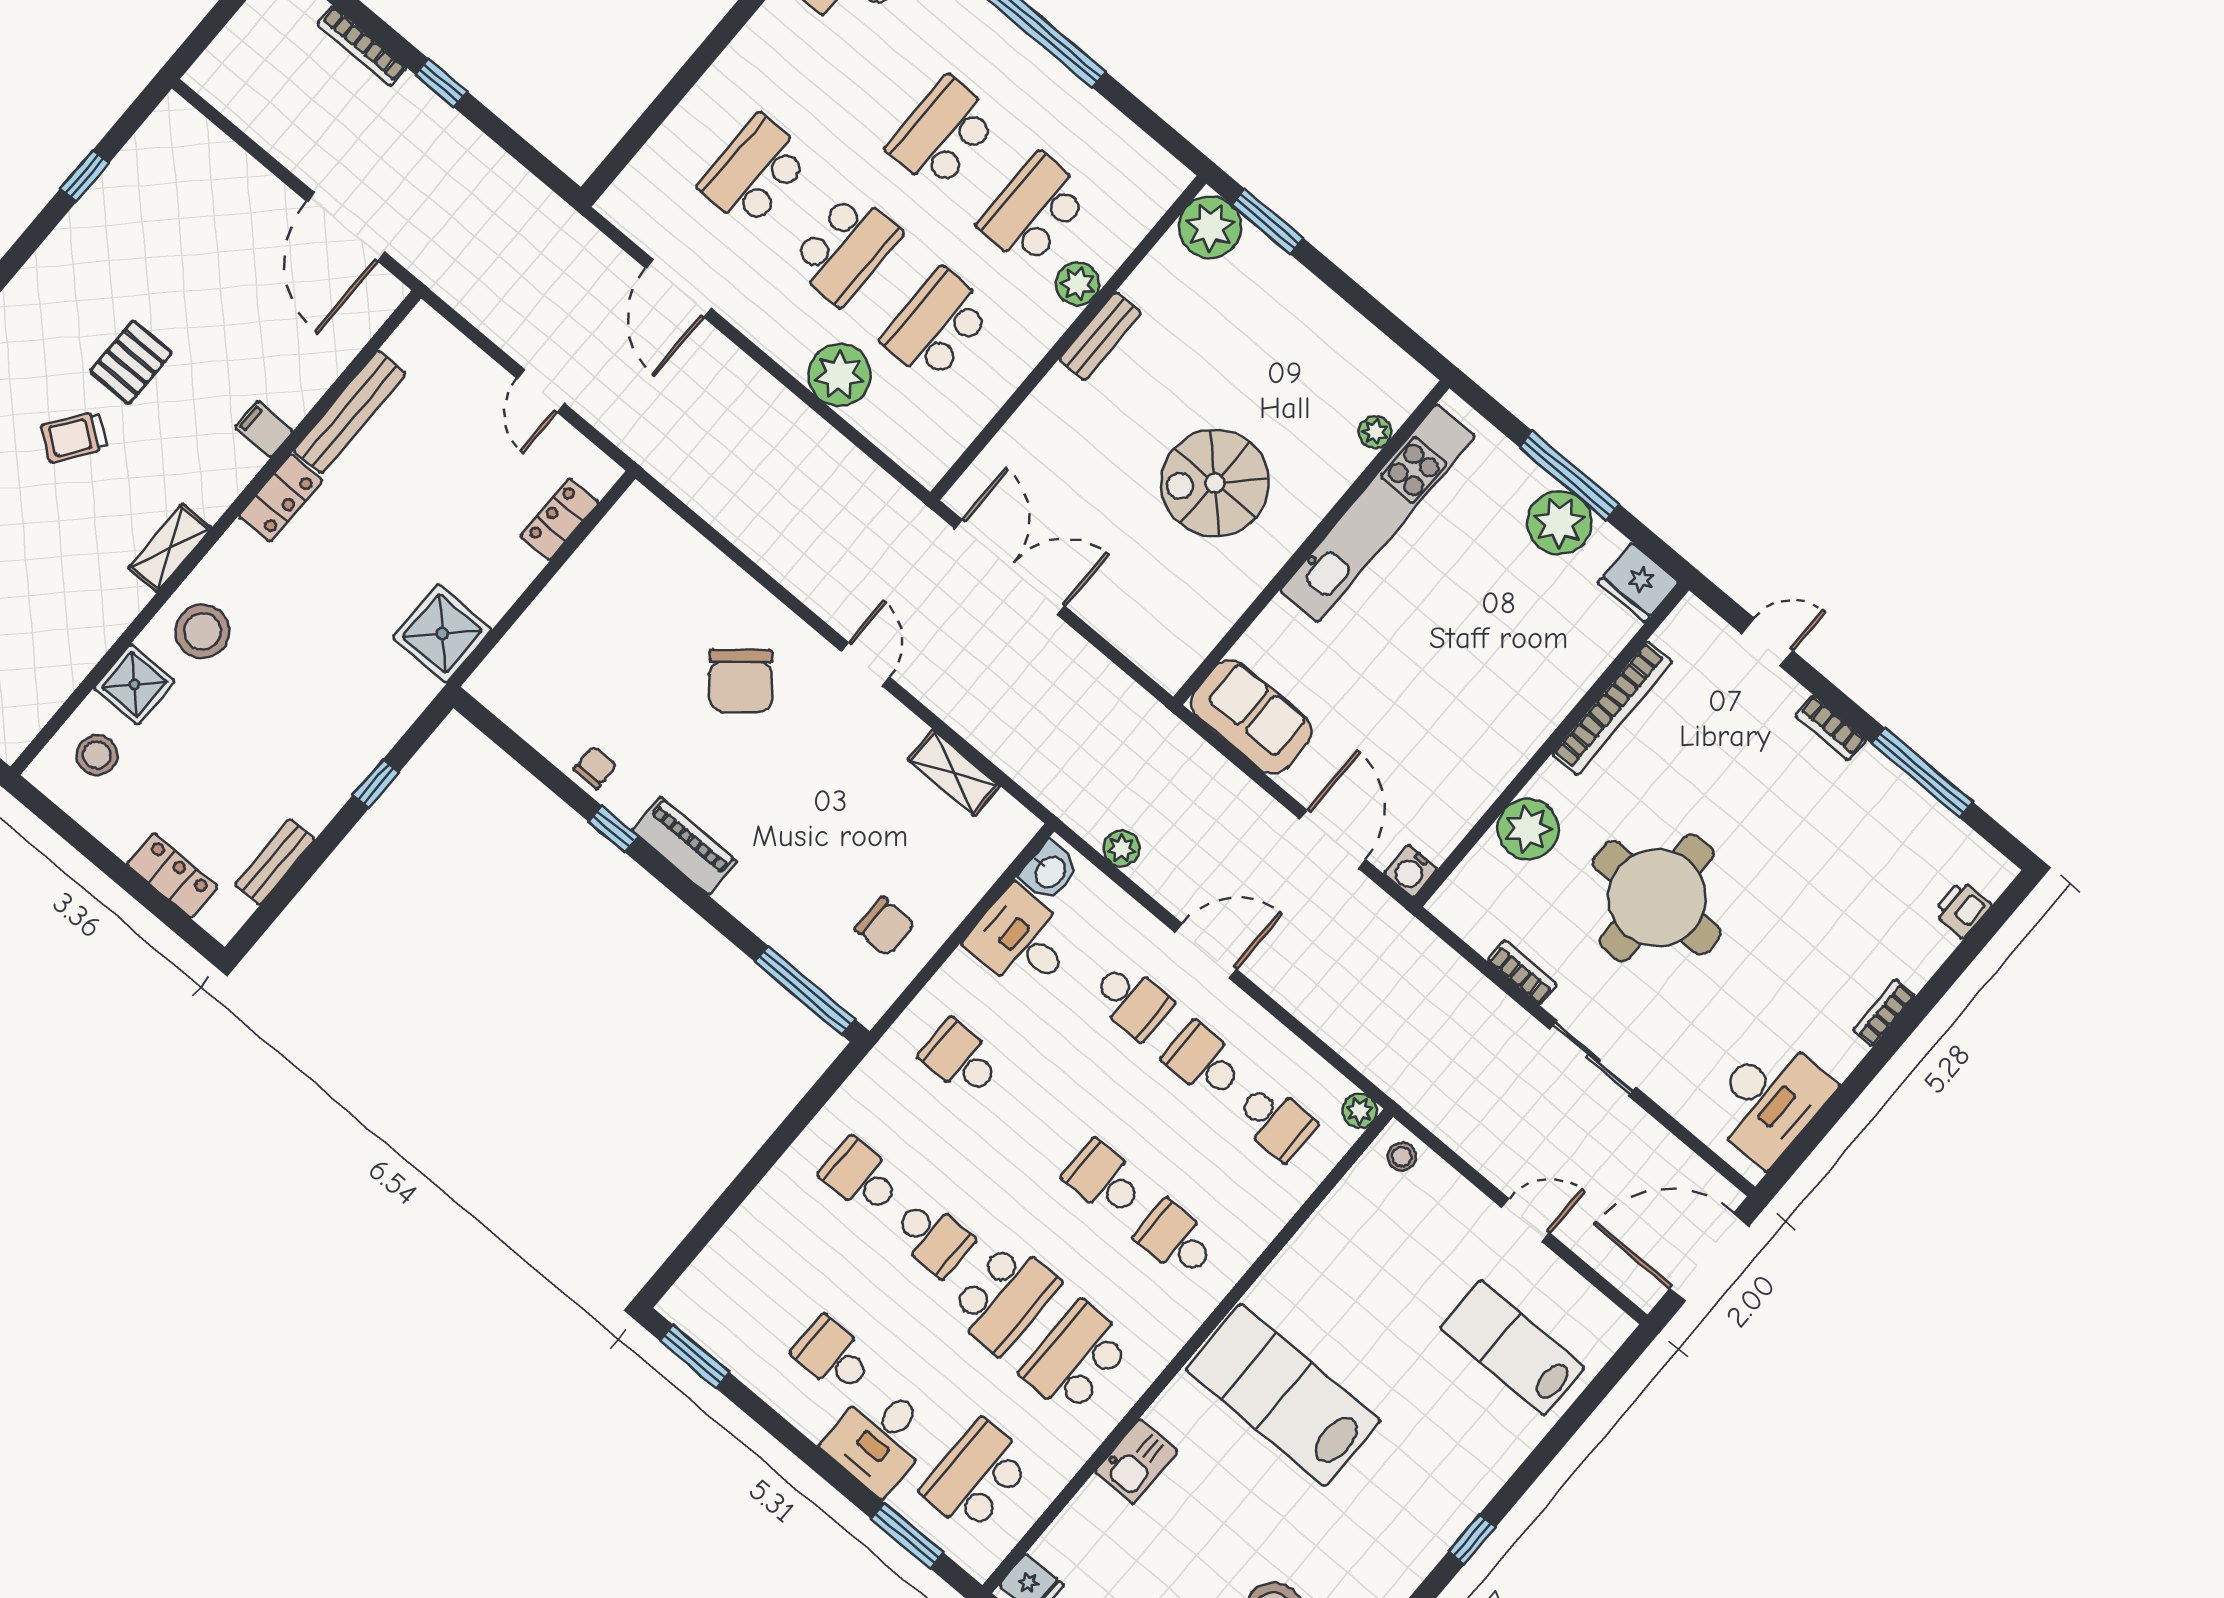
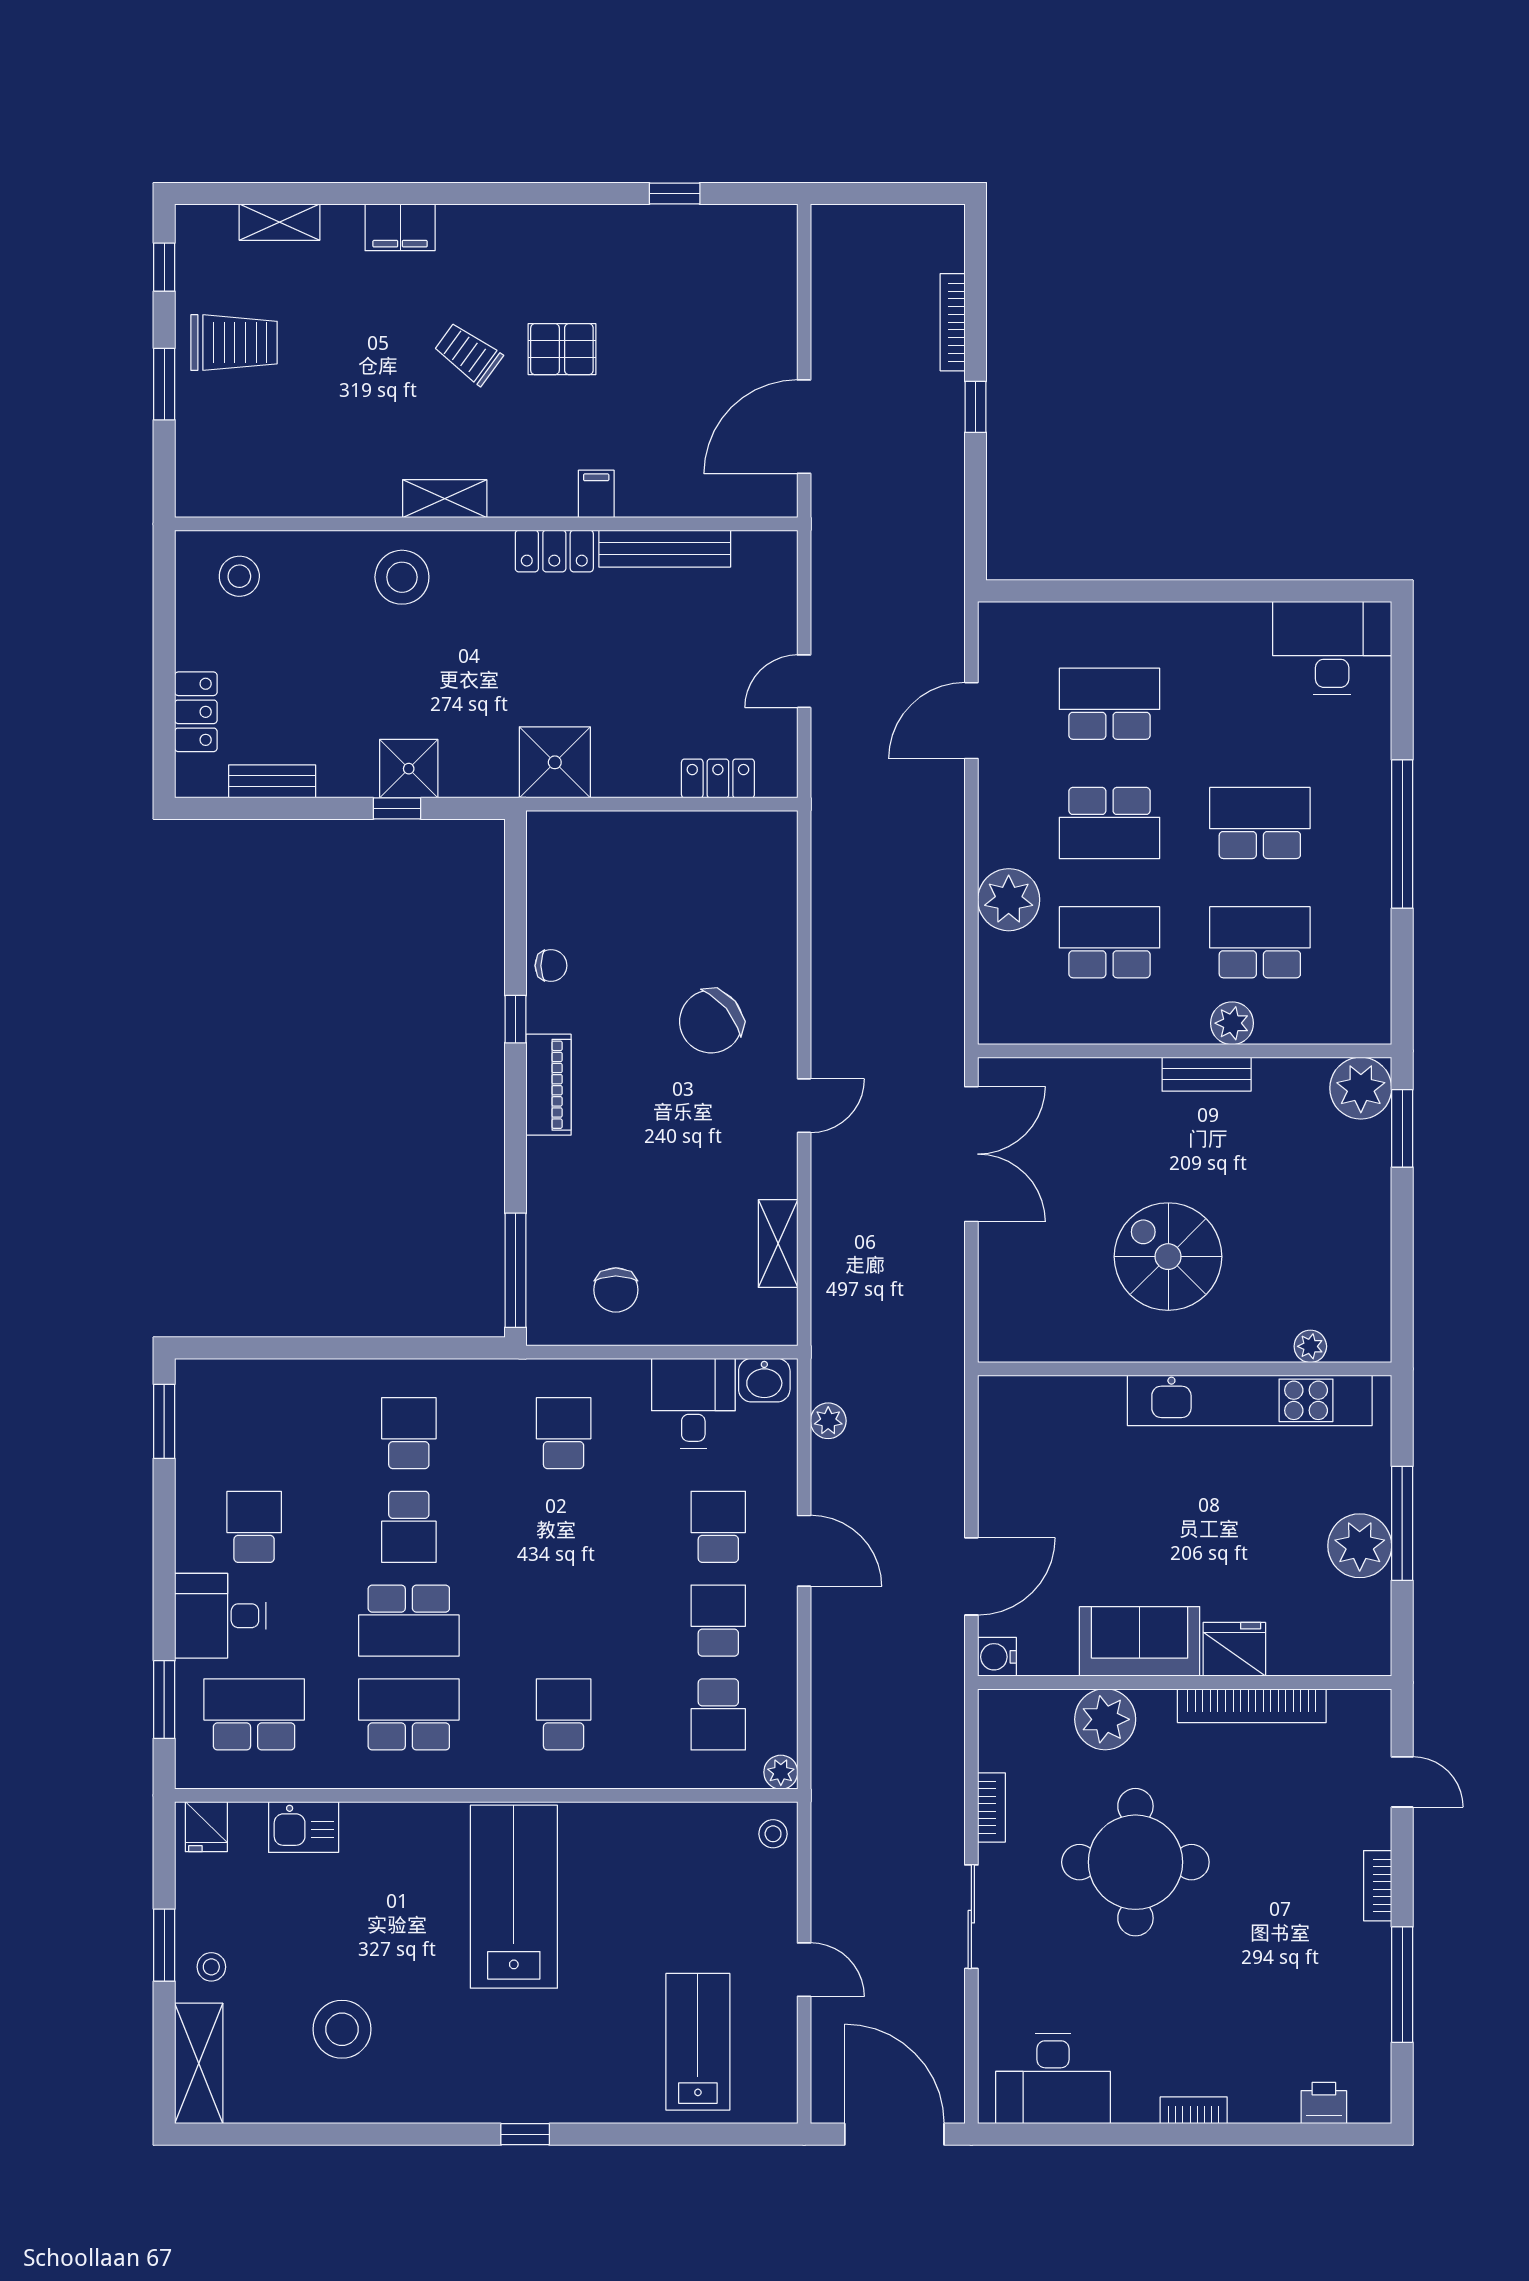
fridge: (1638, 583) -> (1234, 1649), moved, turned 90
shower: (134, 684) -> (409, 769), moved
sofa: (1251, 717) -> (1140, 1641), moved, turned -90
school desk: (1132, 1001) -> (718, 1527), turned 180
school desk: (1104, 1179) -> (564, 1621), removed
kitchen sink: (1136, 1461) -> (304, 1827), moved

